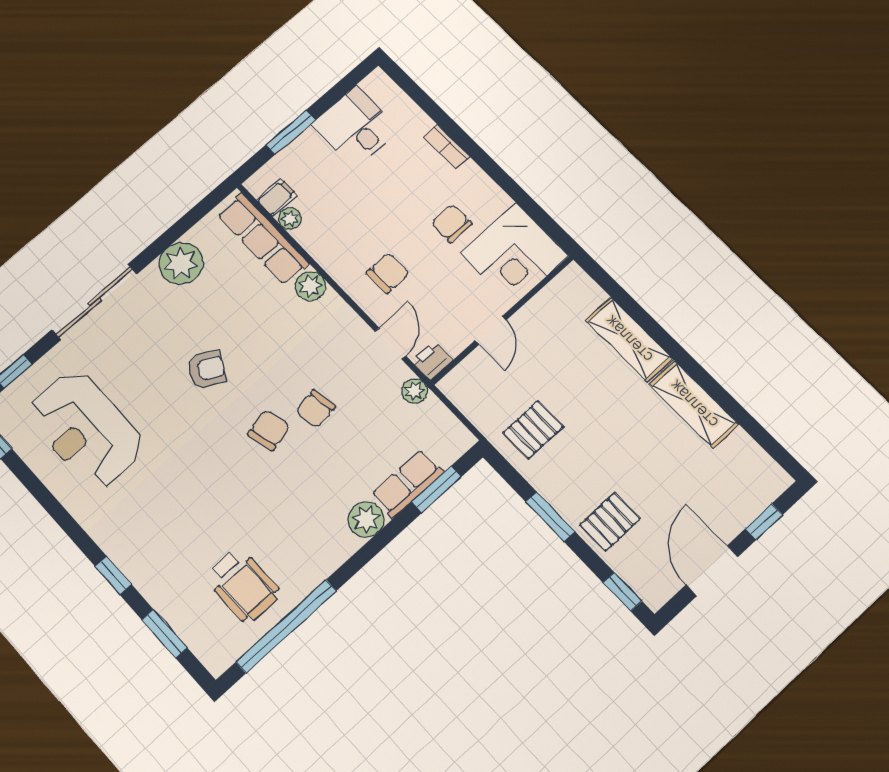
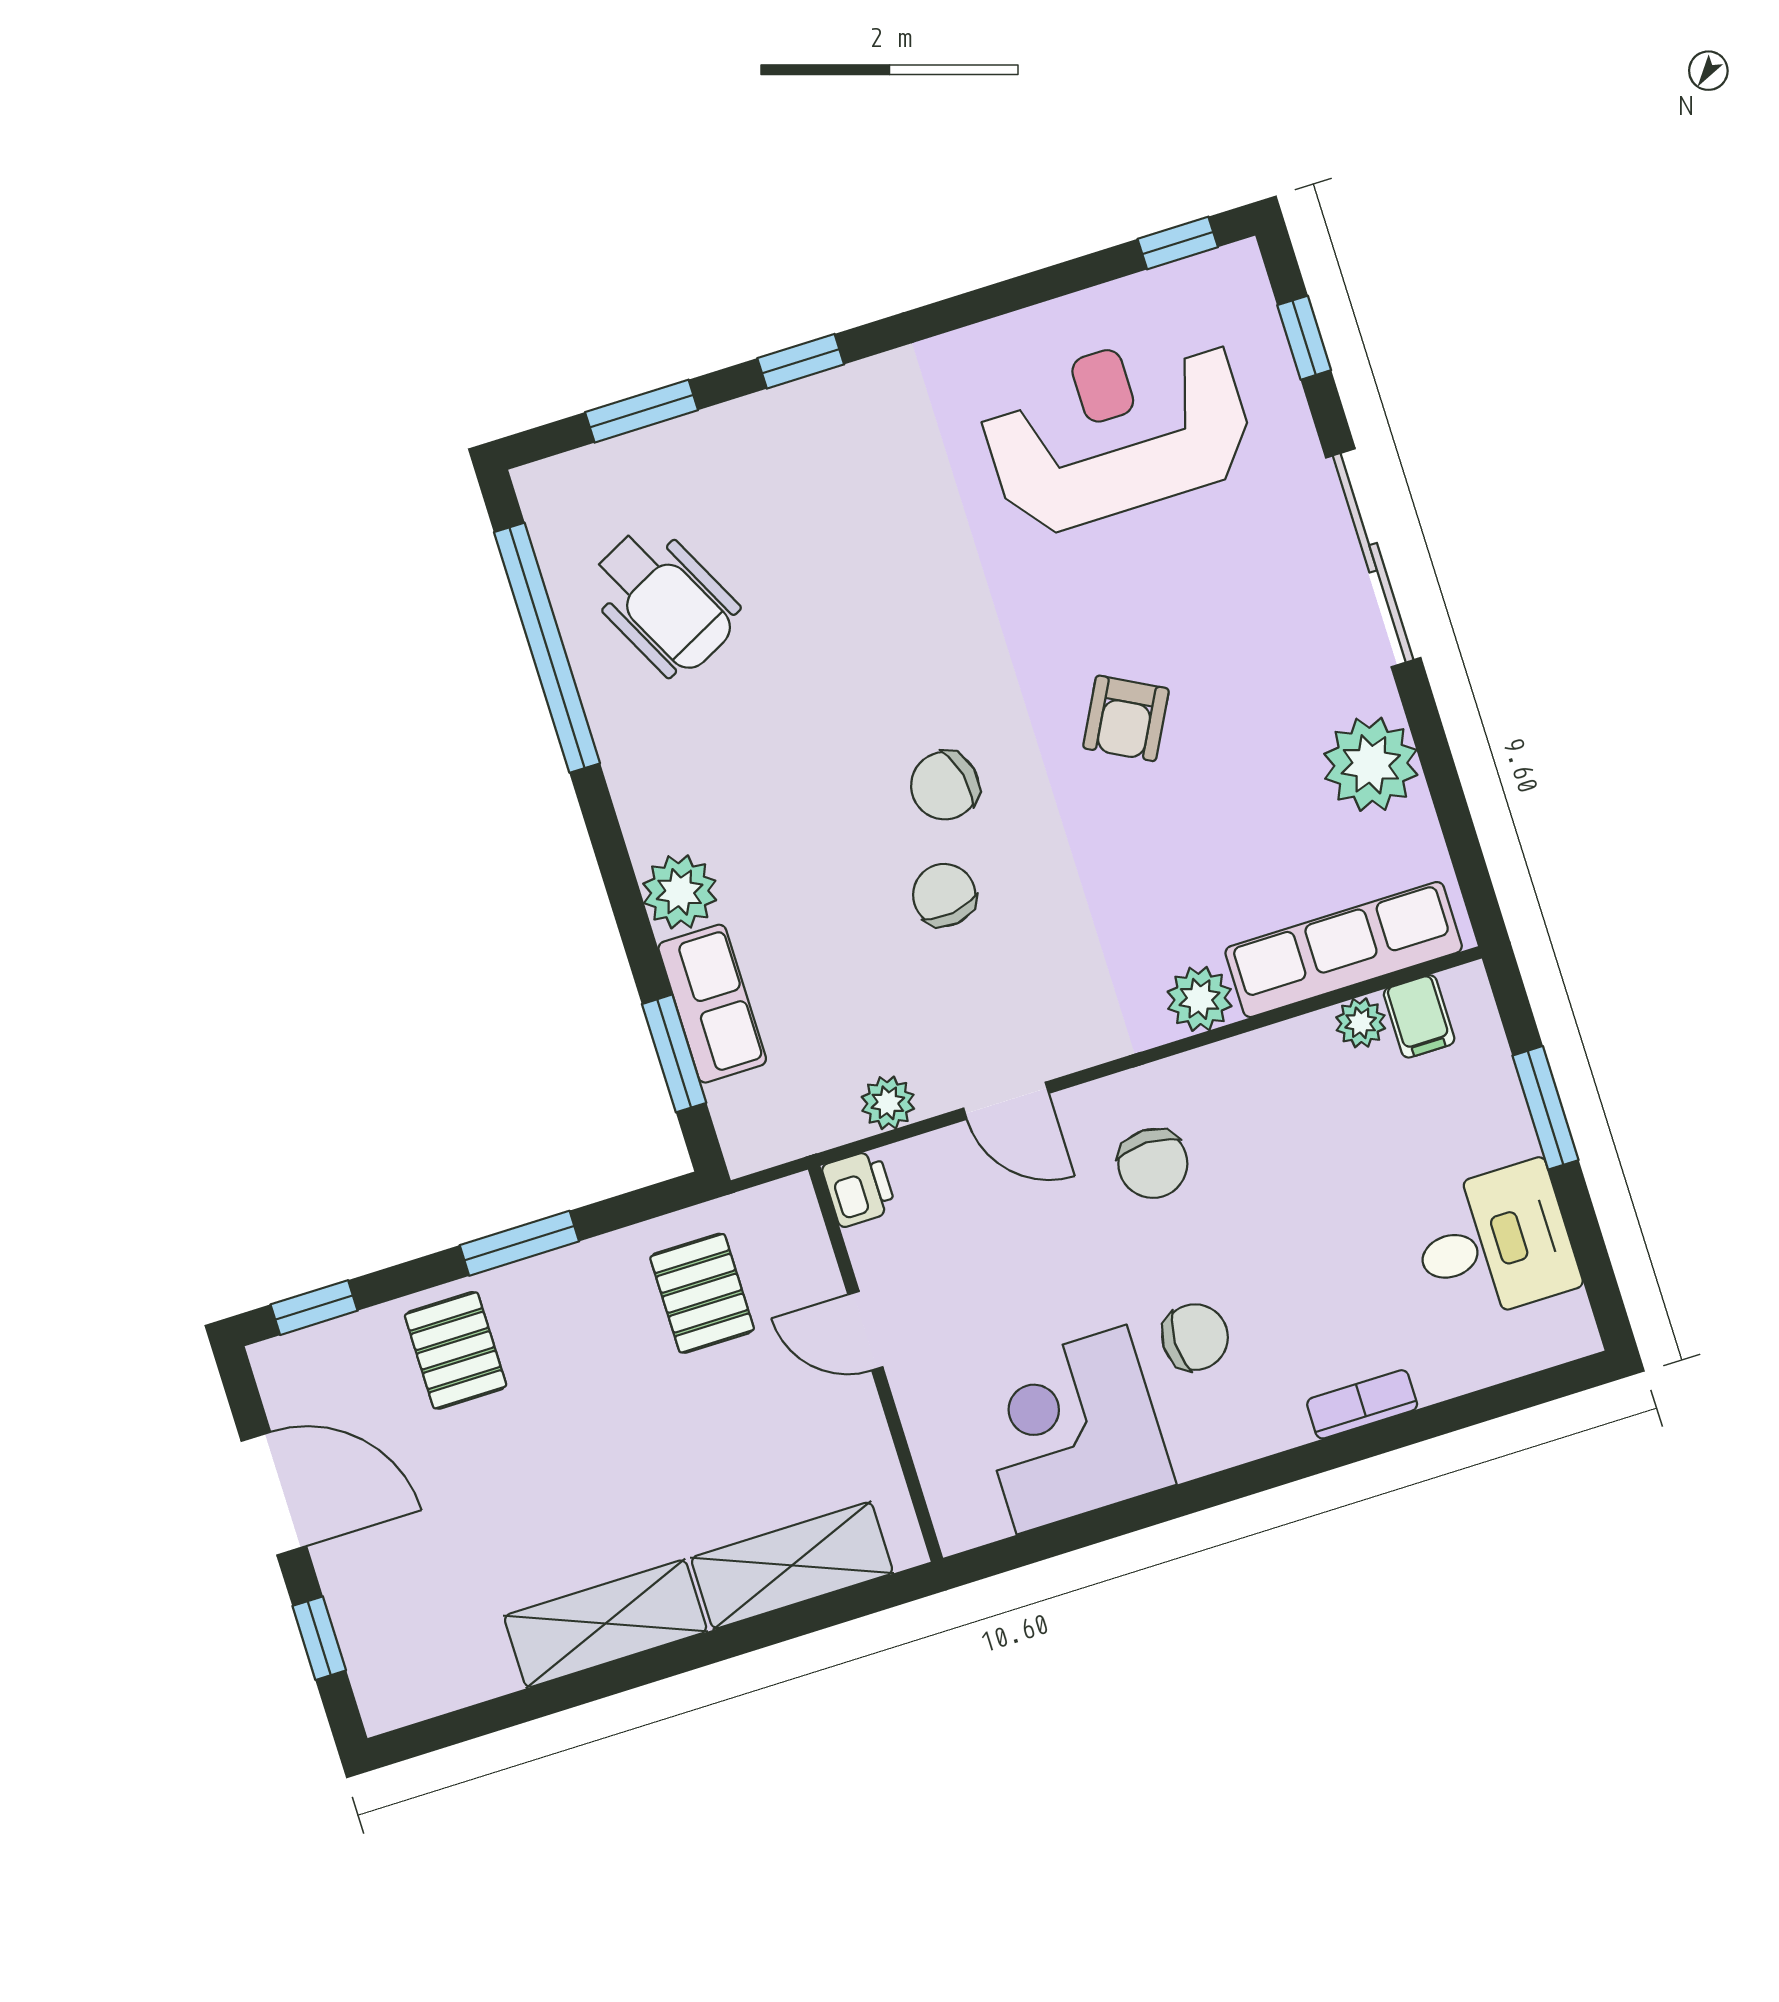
wall: (502, 320) -> (876, 1364), moved
door: (491, 330) -> (865, 1331), moved
printer: (432, 361) -> (859, 1188), moved
chair: (269, 430) -> (945, 786), turned 90
wheelchair: (243, 585) -> (664, 601), turned -117

